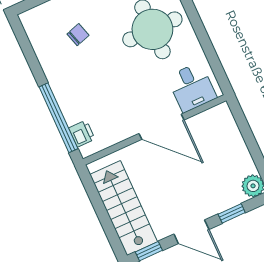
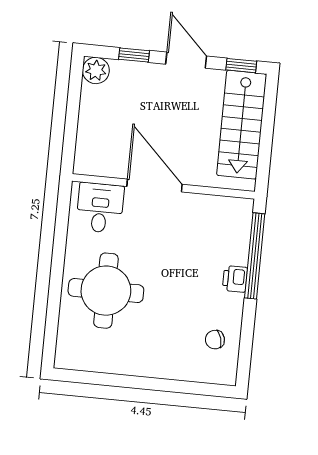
chair: (78, 35) -> (215, 340), moved
printer: (82, 134) -> (235, 279), moved

